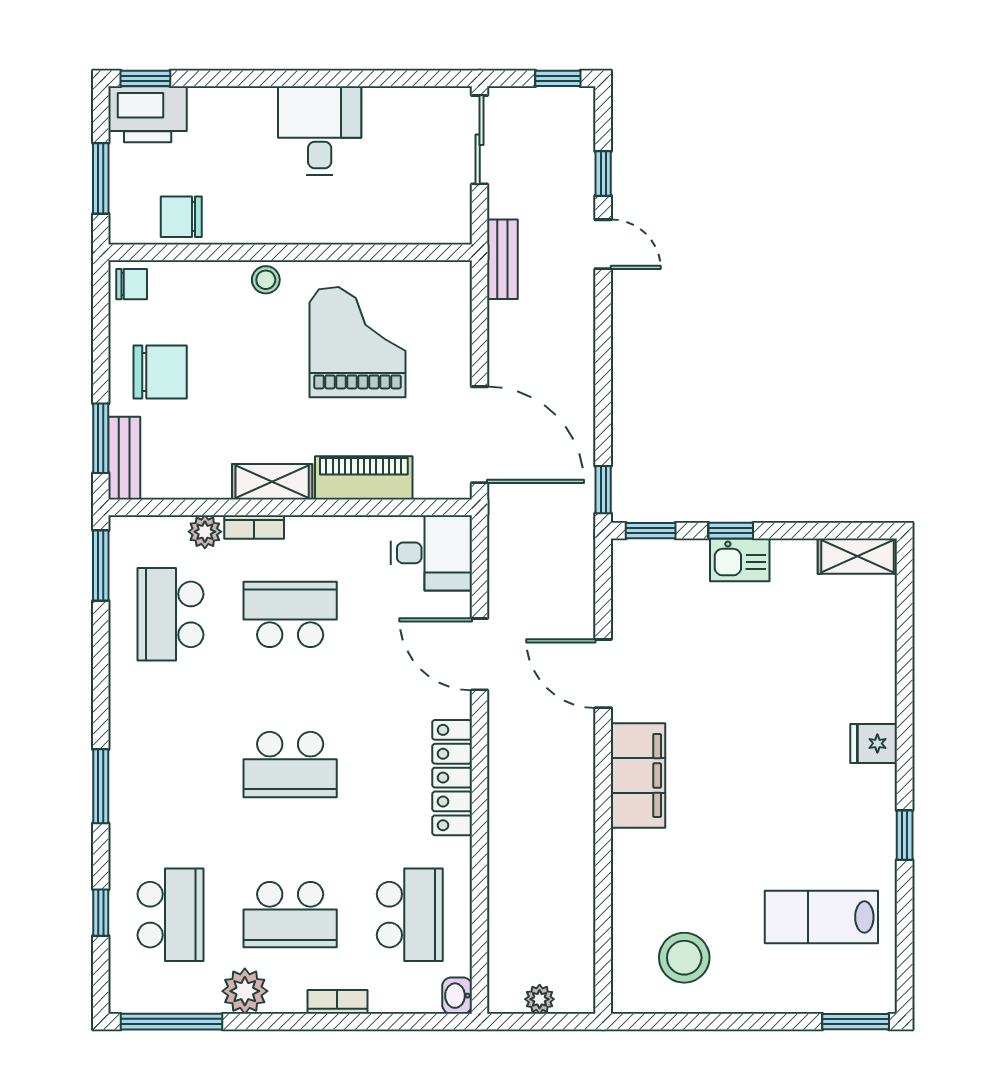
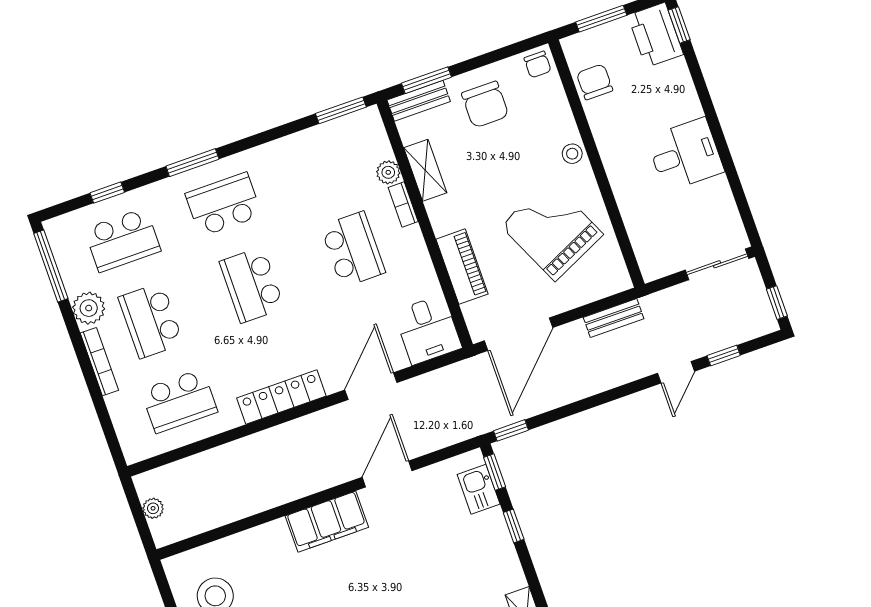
bench: (502, 259) -> (614, 318), moved
grand piano: (357, 342) -> (552, 230), turned -115
shelving: (272, 482) -> (425, 170), moved
kitchen sink: (740, 560) -> (479, 489), moved
school desk: (170, 614) -> (224, 204), moved
washbasin: (457, 996) -> (136, 452), removed
bookcase: (337, 1002) -> (99, 362), width x1.56

